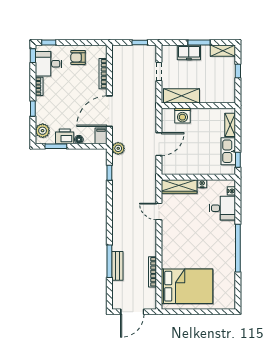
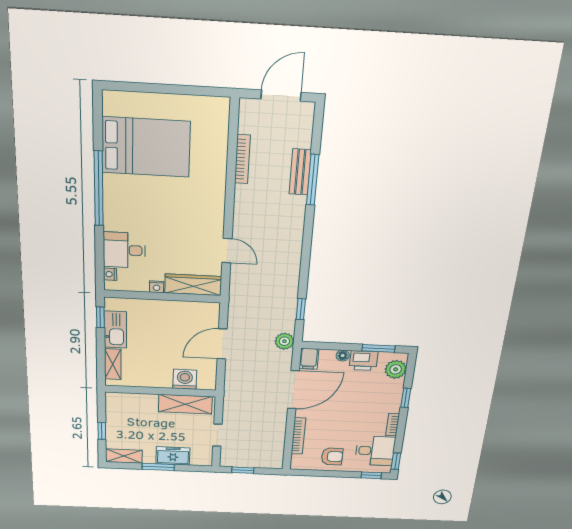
bed: (187, 286) -> (146, 147), moved, turned 180

